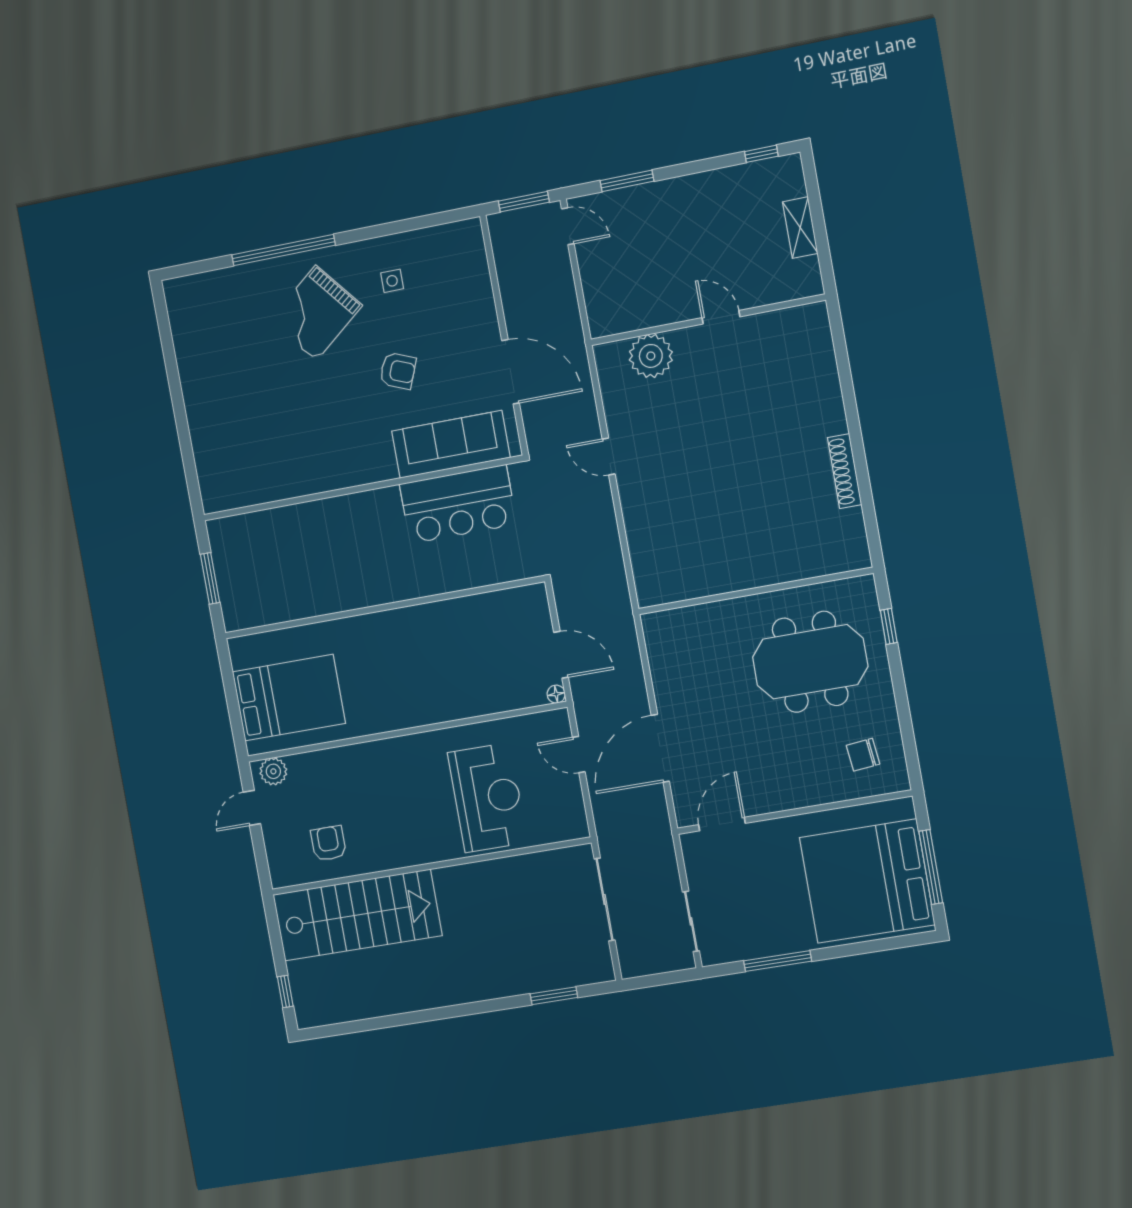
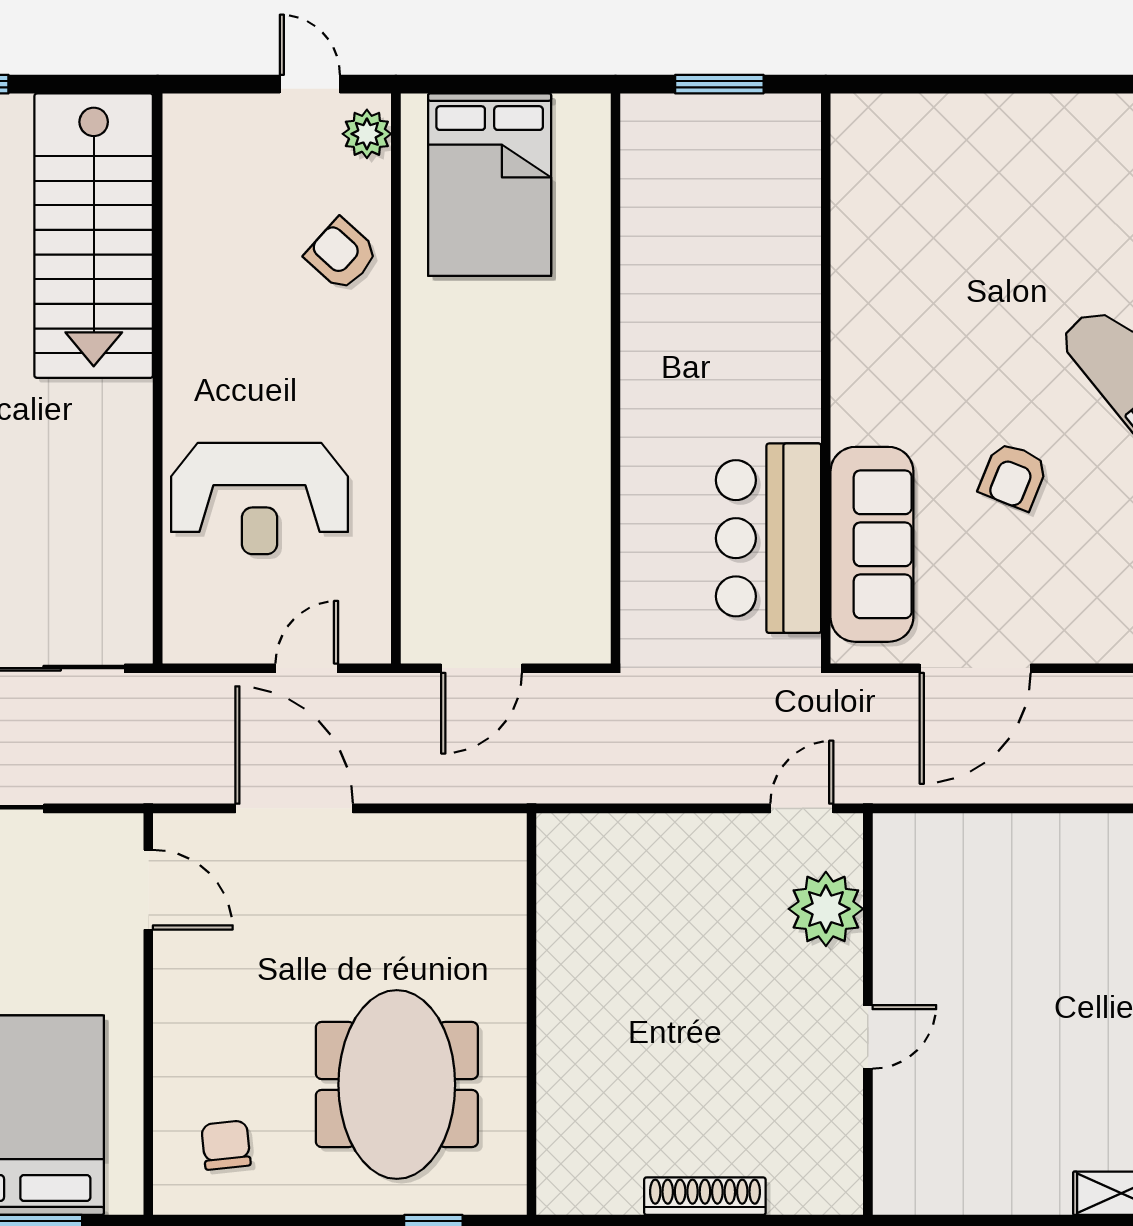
door: (721, 317) -> (868, 1037), moved
wall: (708, 320) -> (868, 1014), moved
plant: (651, 356) -> (826, 909), moved
floor lamp: (556, 694) -> (416, 648), removed
armchair: (328, 843) -> (342, 254), moved, turned -138

